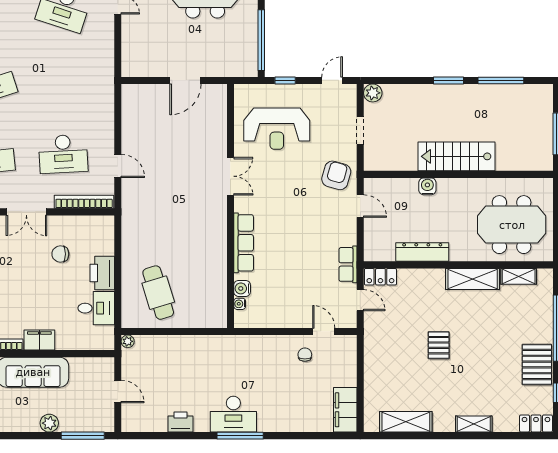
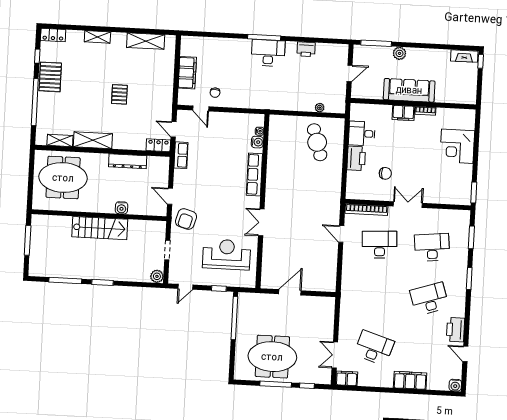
plant: (128, 341) -> (320, 108), moved
door: (118, 391) -> (350, 73), swing flipped
filing cabinet: (345, 410) -> (187, 73), moved

